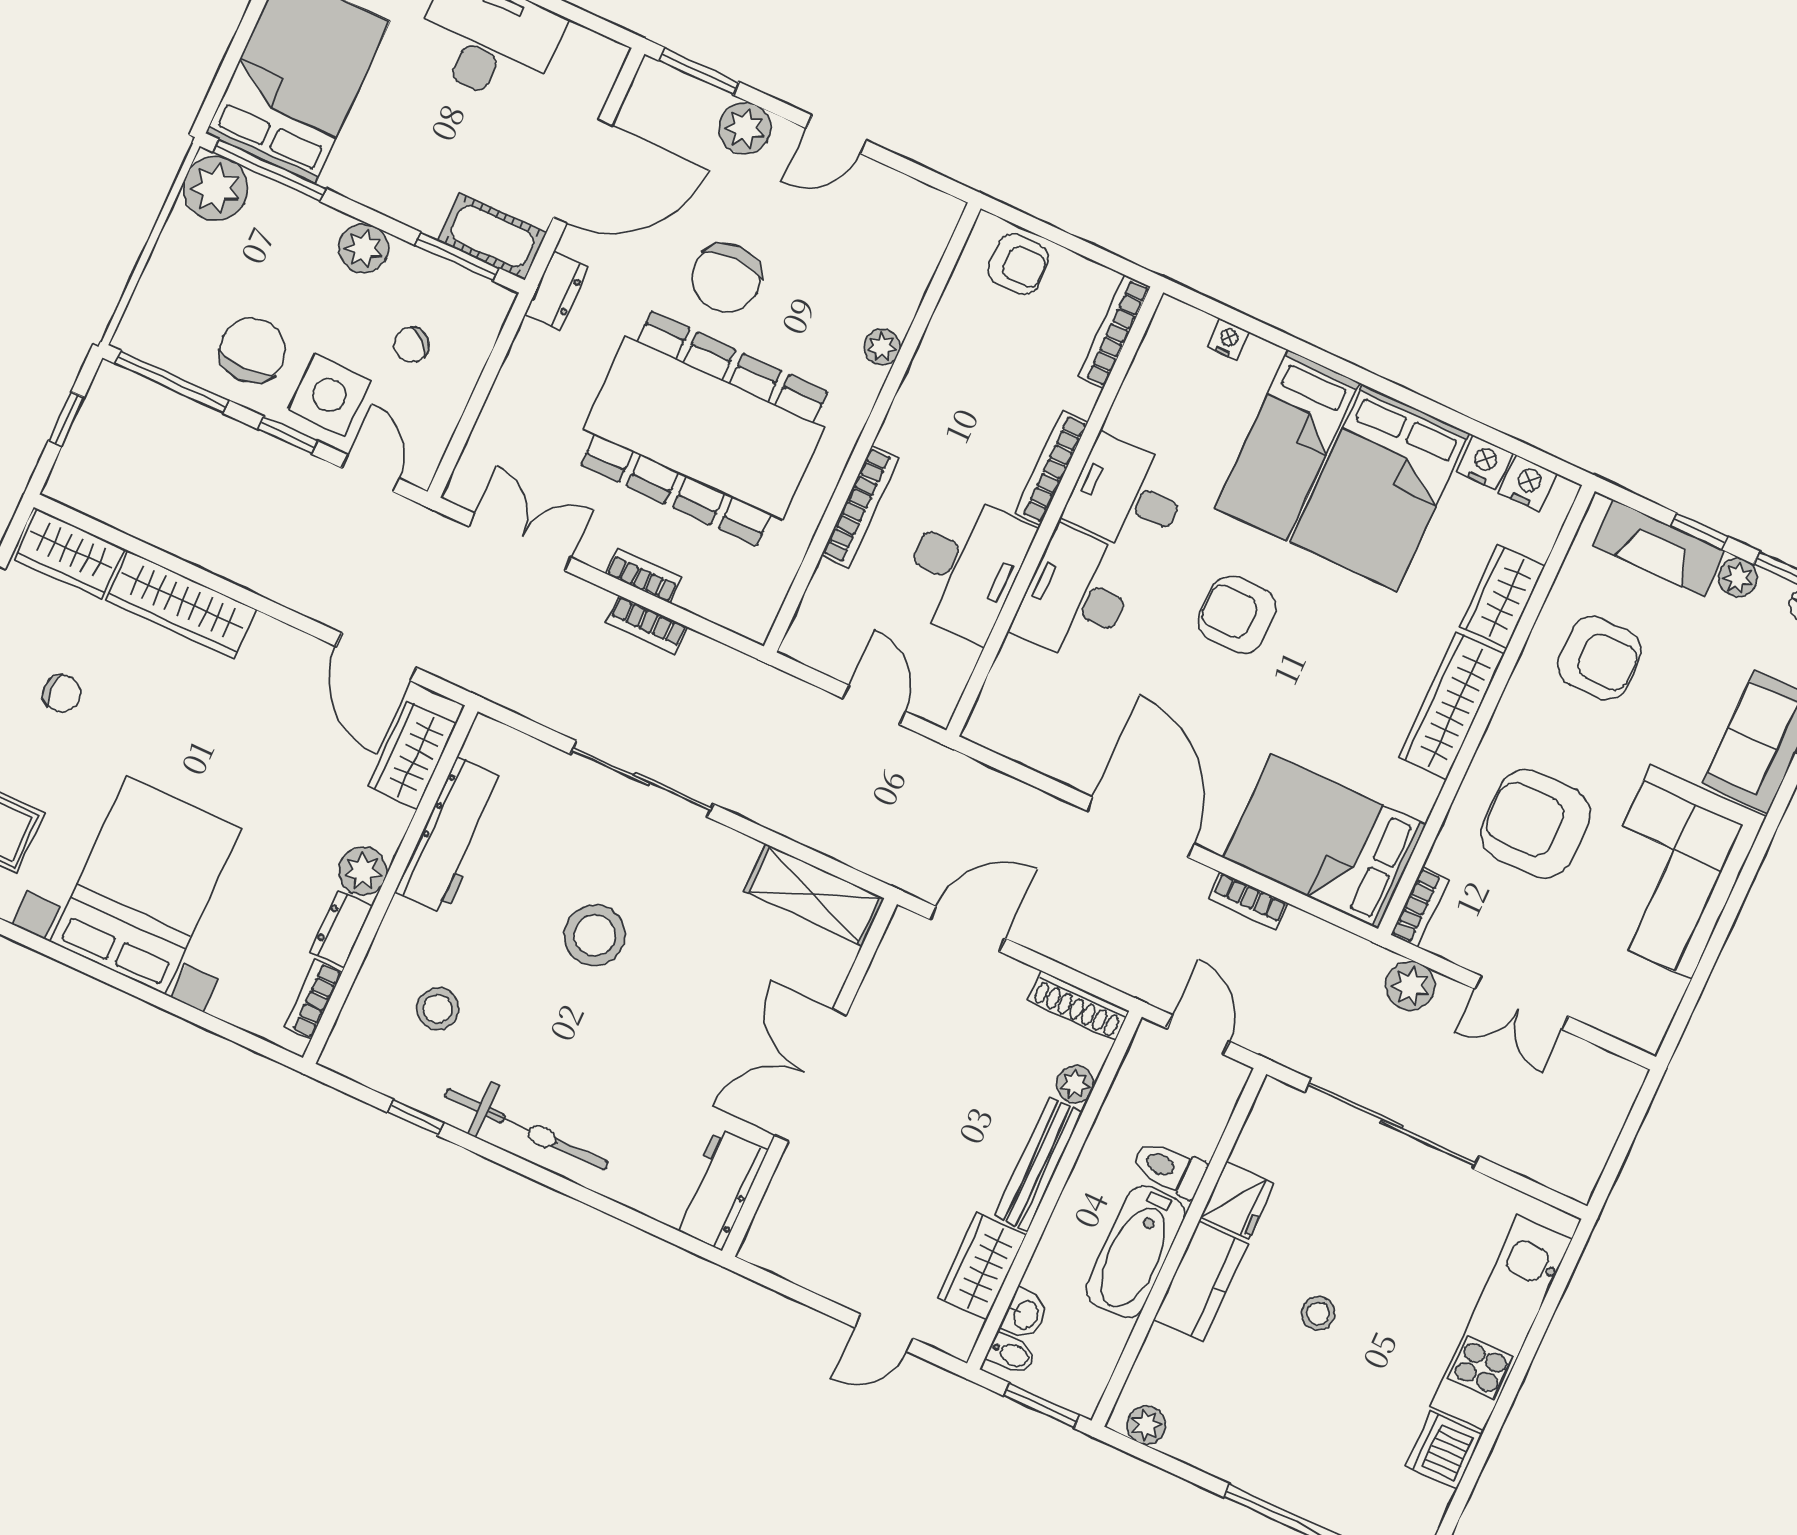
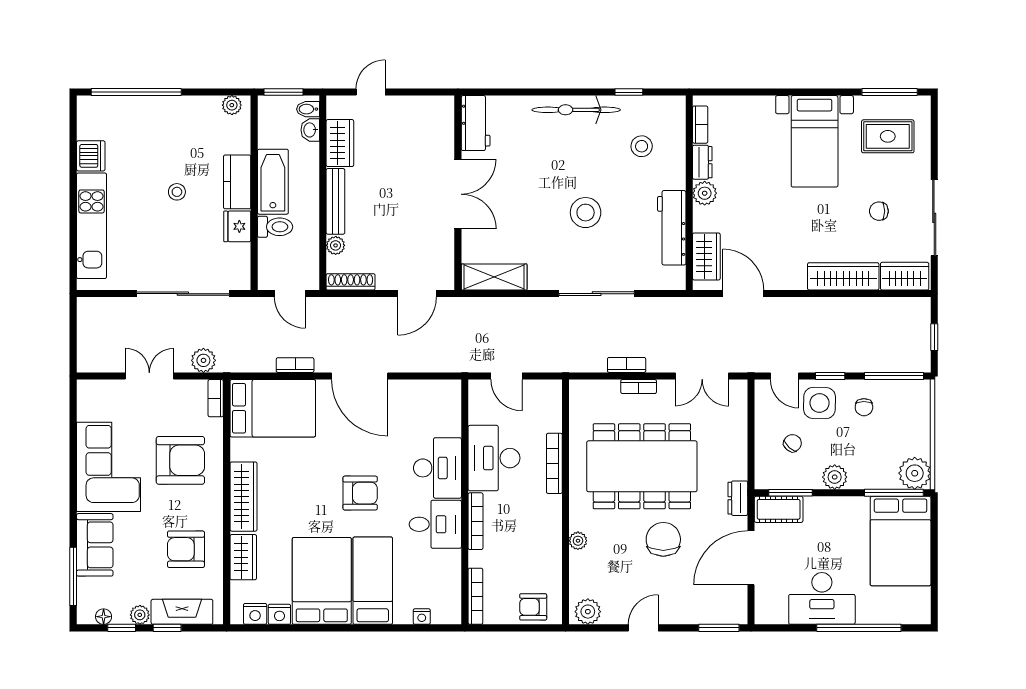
plant: (745, 128) -> (588, 612), moved
chair: (252, 350) -> (864, 407), width x0.54, depth x0.54
bed with nightstands: (146, 885) -> (815, 141), width x0.73

